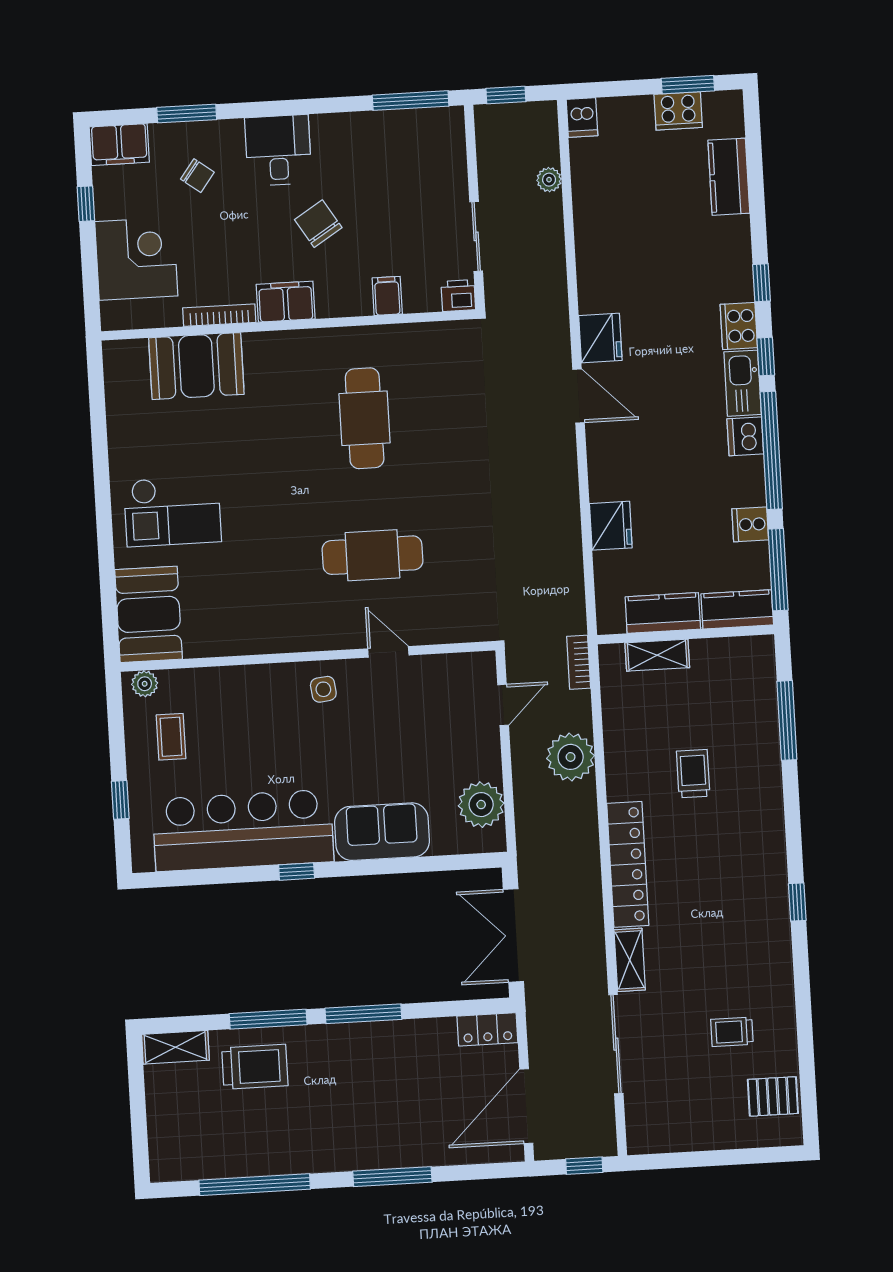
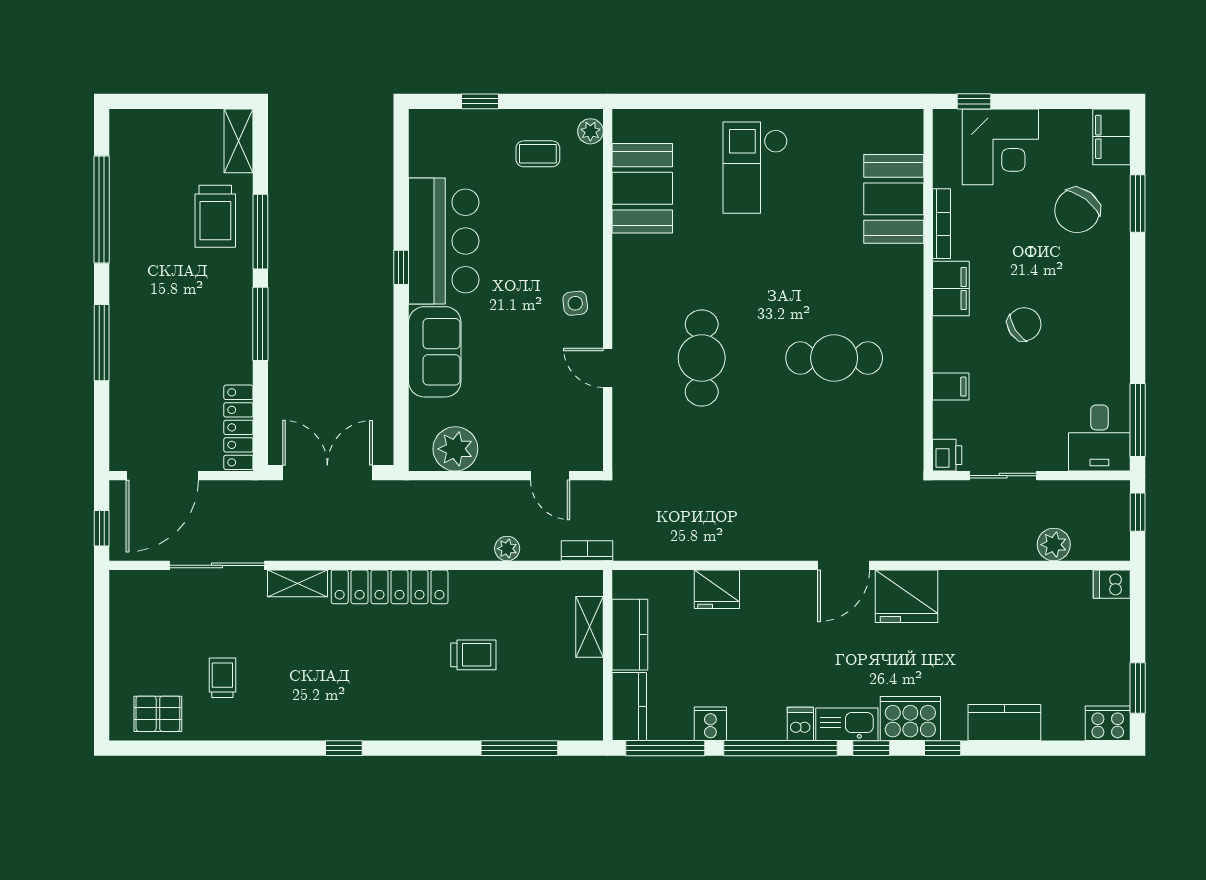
cooker: (678, 111) -> (1108, 723), moved, turned 90
desk: (278, 150) -> (1099, 438), moved, turned 90
chair: (197, 176) -> (1077, 210), width x1.87, depth x1.87
kitchen counter: (729, 177) -> (1004, 722), moved
plant: (549, 180) -> (1054, 545), width x1.38, depth x1.38
window: (86, 204) -> (974, 101), moved
cooker: (739, 326) -> (910, 718), width x1.37, depth x1.31
fridge: (600, 338) -> (907, 596), width x1.36, depth x1.34
dishwasher: (745, 436) -> (800, 724), width x0.73
booth: (149, 614) -> (642, 188), moved, turned 90
door: (388, 652) -> (608, 368), swing flipped
plant: (571, 757) -> (507, 549), width x0.53, depth x0.53
bar counter: (243, 830) -> (444, 241), width x0.73
locker: (487, 1029) -> (238, 427), width x1.53
pallet: (773, 1096) -> (158, 714), turned 90
door: (526, 1106) -> (162, 476), swing flipped

